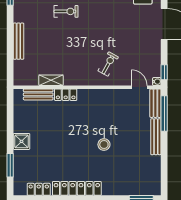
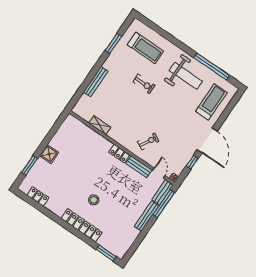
window: (164, 72) -> (192, 162), moved
bench: (38, 94) -> (139, 167), moved
locker: (66, 95) -> (119, 154), moved
stool: (104, 145) -> (94, 200), moved
locker: (77, 188) -> (82, 225), moved

